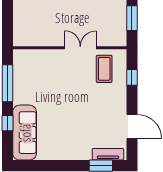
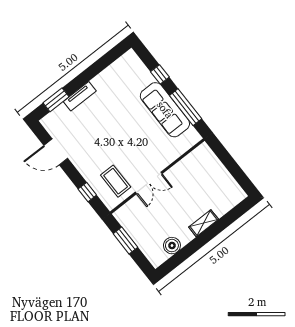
sofa: (25, 133) -> (165, 110), moved
tv unit: (108, 154) -> (80, 96), moved

